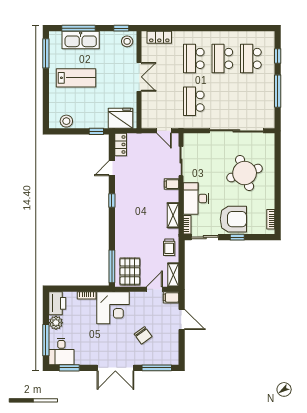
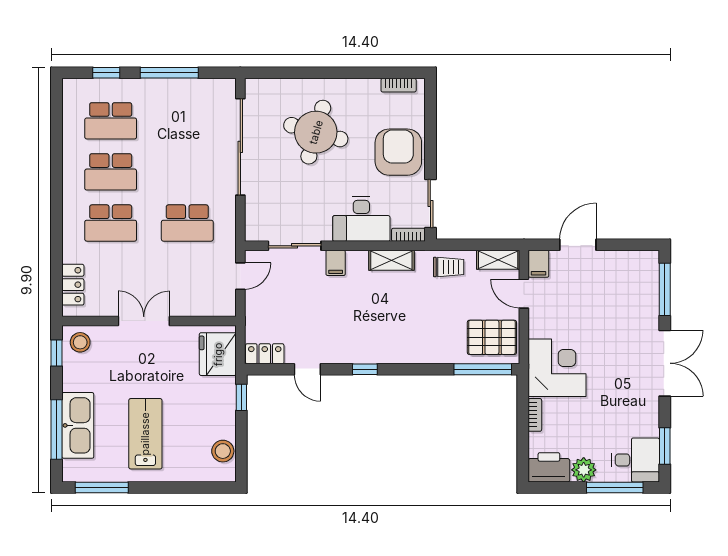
round table: (245, 173) -> (316, 132), turned 35
window: (237, 237) -> (430, 145), removed
chair: (143, 335) -> (606, 314), removed

